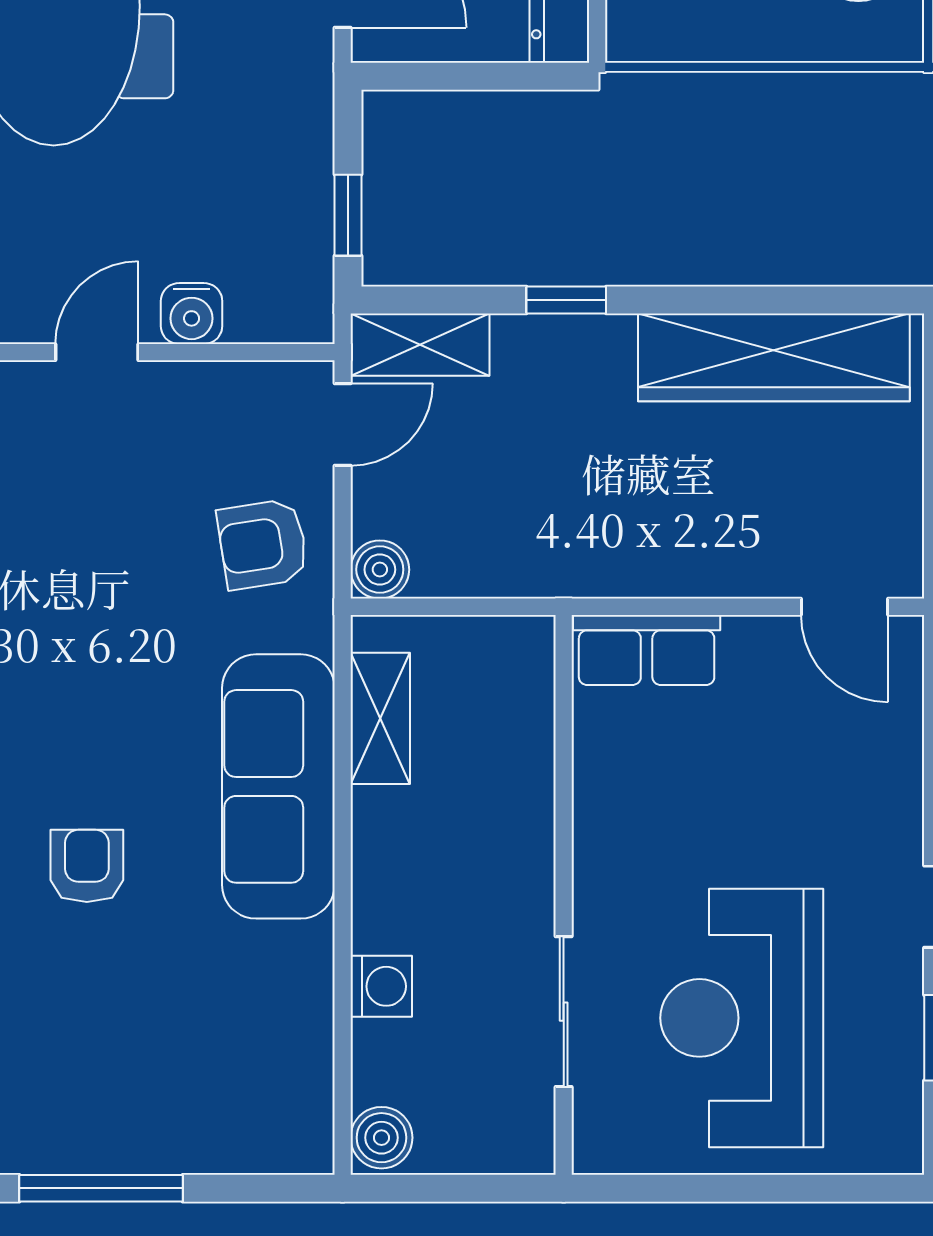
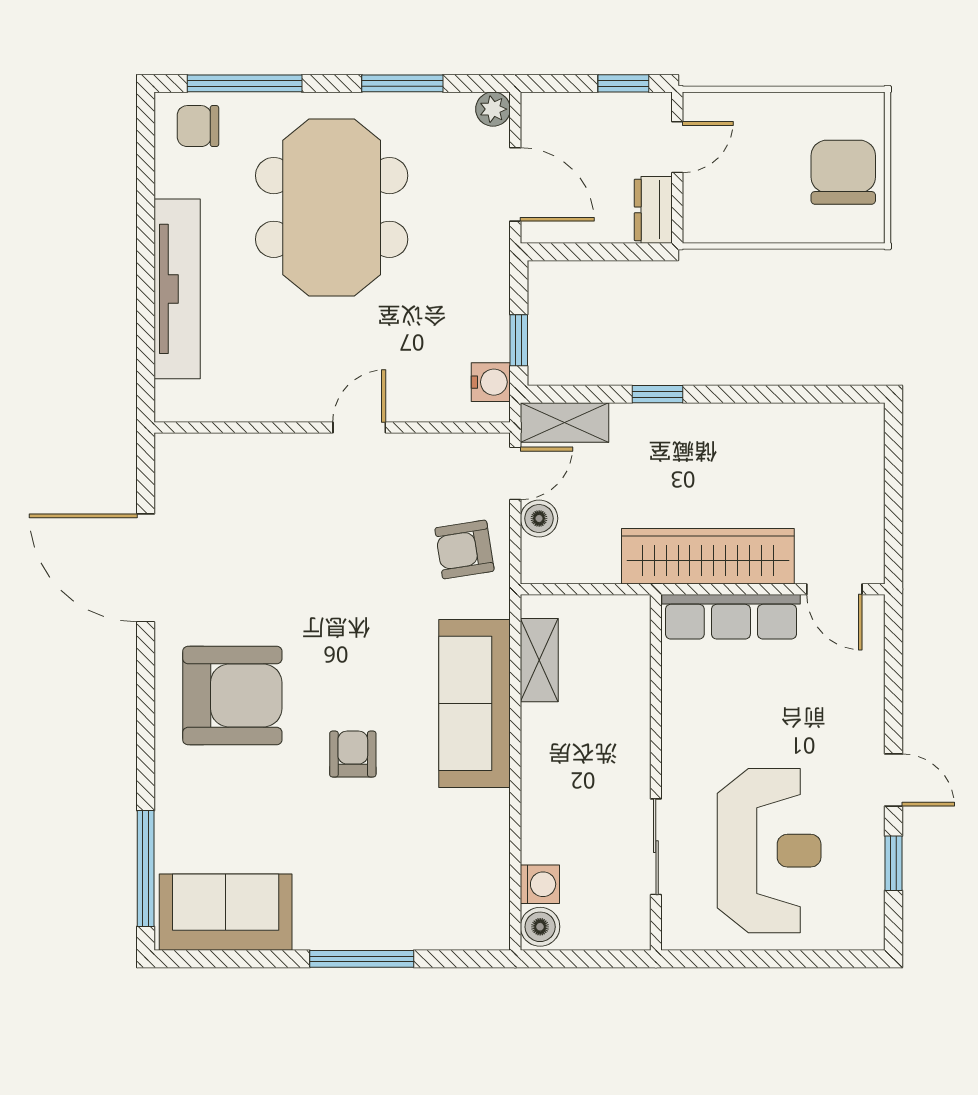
water cooler: (192, 314) -> (491, 382), moved, turned -90
wardrobe: (774, 357) -> (708, 556), moved, turned 180
boiler: (380, 570) -> (539, 518), moved
row of seats: (647, 650) -> (731, 617), width x1.48
washing machine: (381, 986) -> (540, 884), moved
reception desk: (742, 1018) -> (769, 851), turned 180

